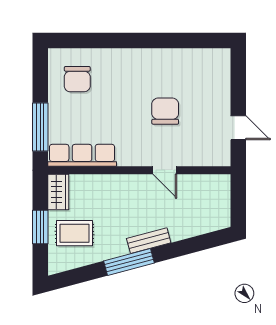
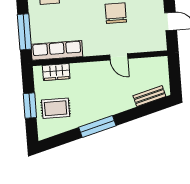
wardrobe: (58, 192) -> (56, 72), moved, turned 90
bench: (149, 241) -> (149, 96), moved

